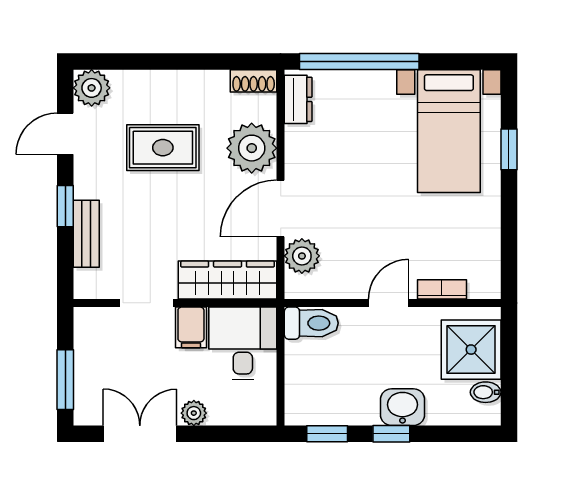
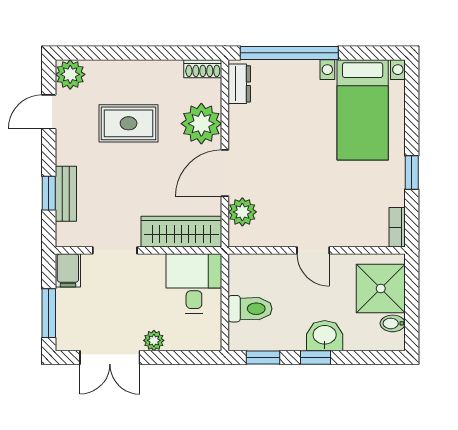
window: (509, 149) -> (412, 172), moved
window: (65, 206) -> (49, 193), moved
bookcase: (442, 289) -> (397, 227), moved, turned -90
door: (388, 303) -> (313, 250), swing flipped
toilet: (311, 323) -> (250, 309), moved
filing cabinet: (191, 327) -> (68, 270), moved
double door: (140, 434) -> (110, 357), swing flipped

